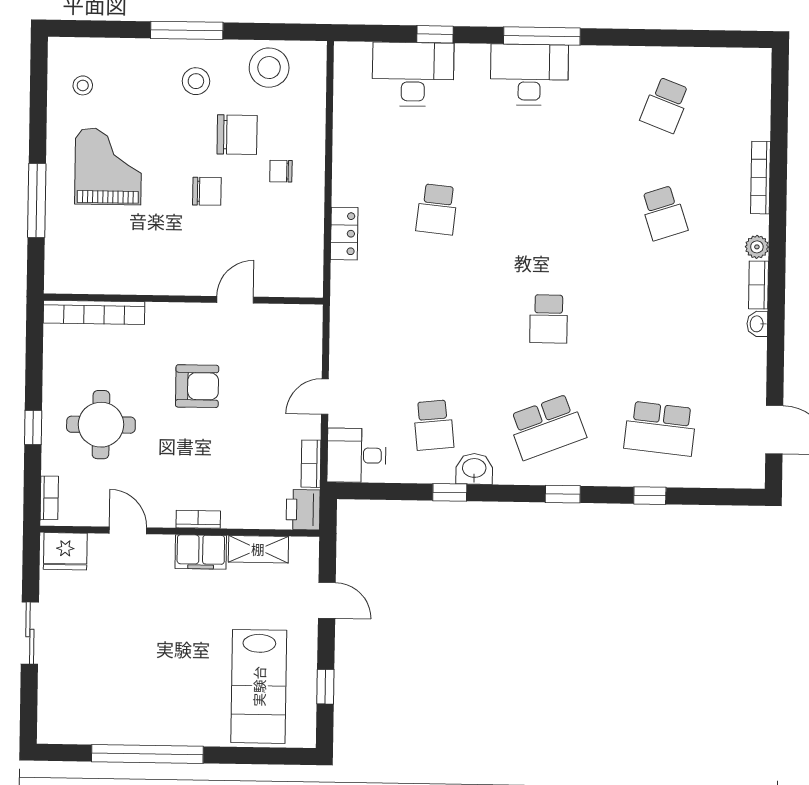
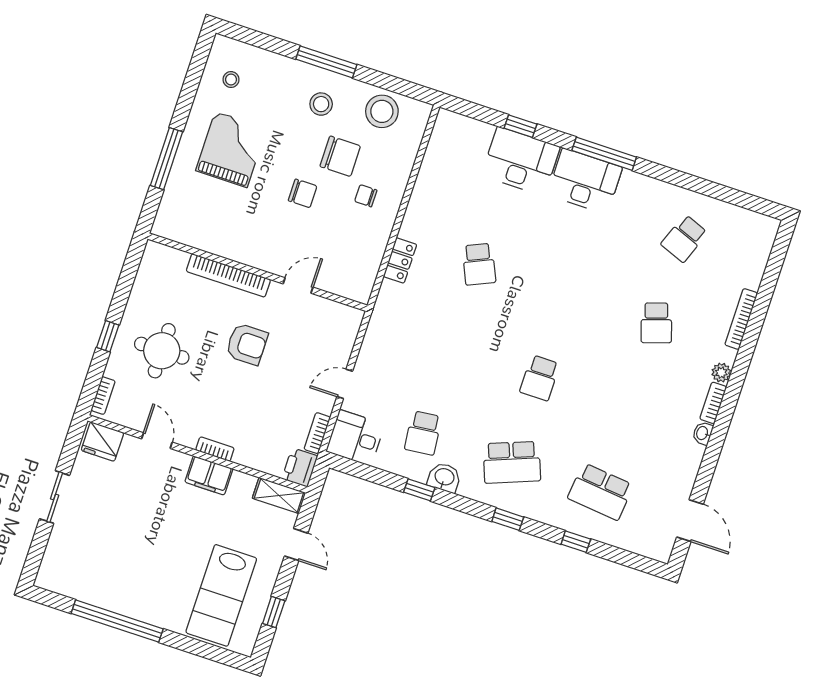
desk: (413, 74) -> (521, 161), moved
school desk: (437, 209) -> (479, 264), turned -30
bookcase: (94, 312) -> (228, 275), moved
shelving: (258, 549) -> (279, 495), moved

